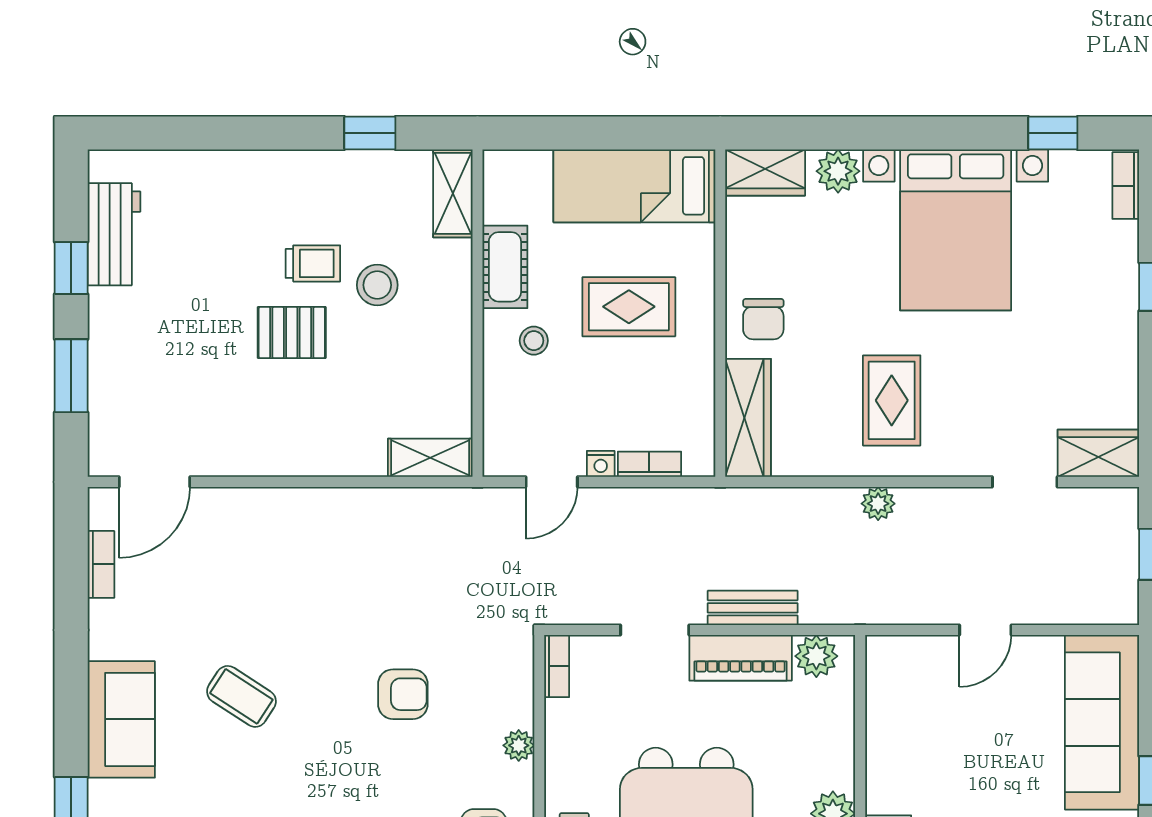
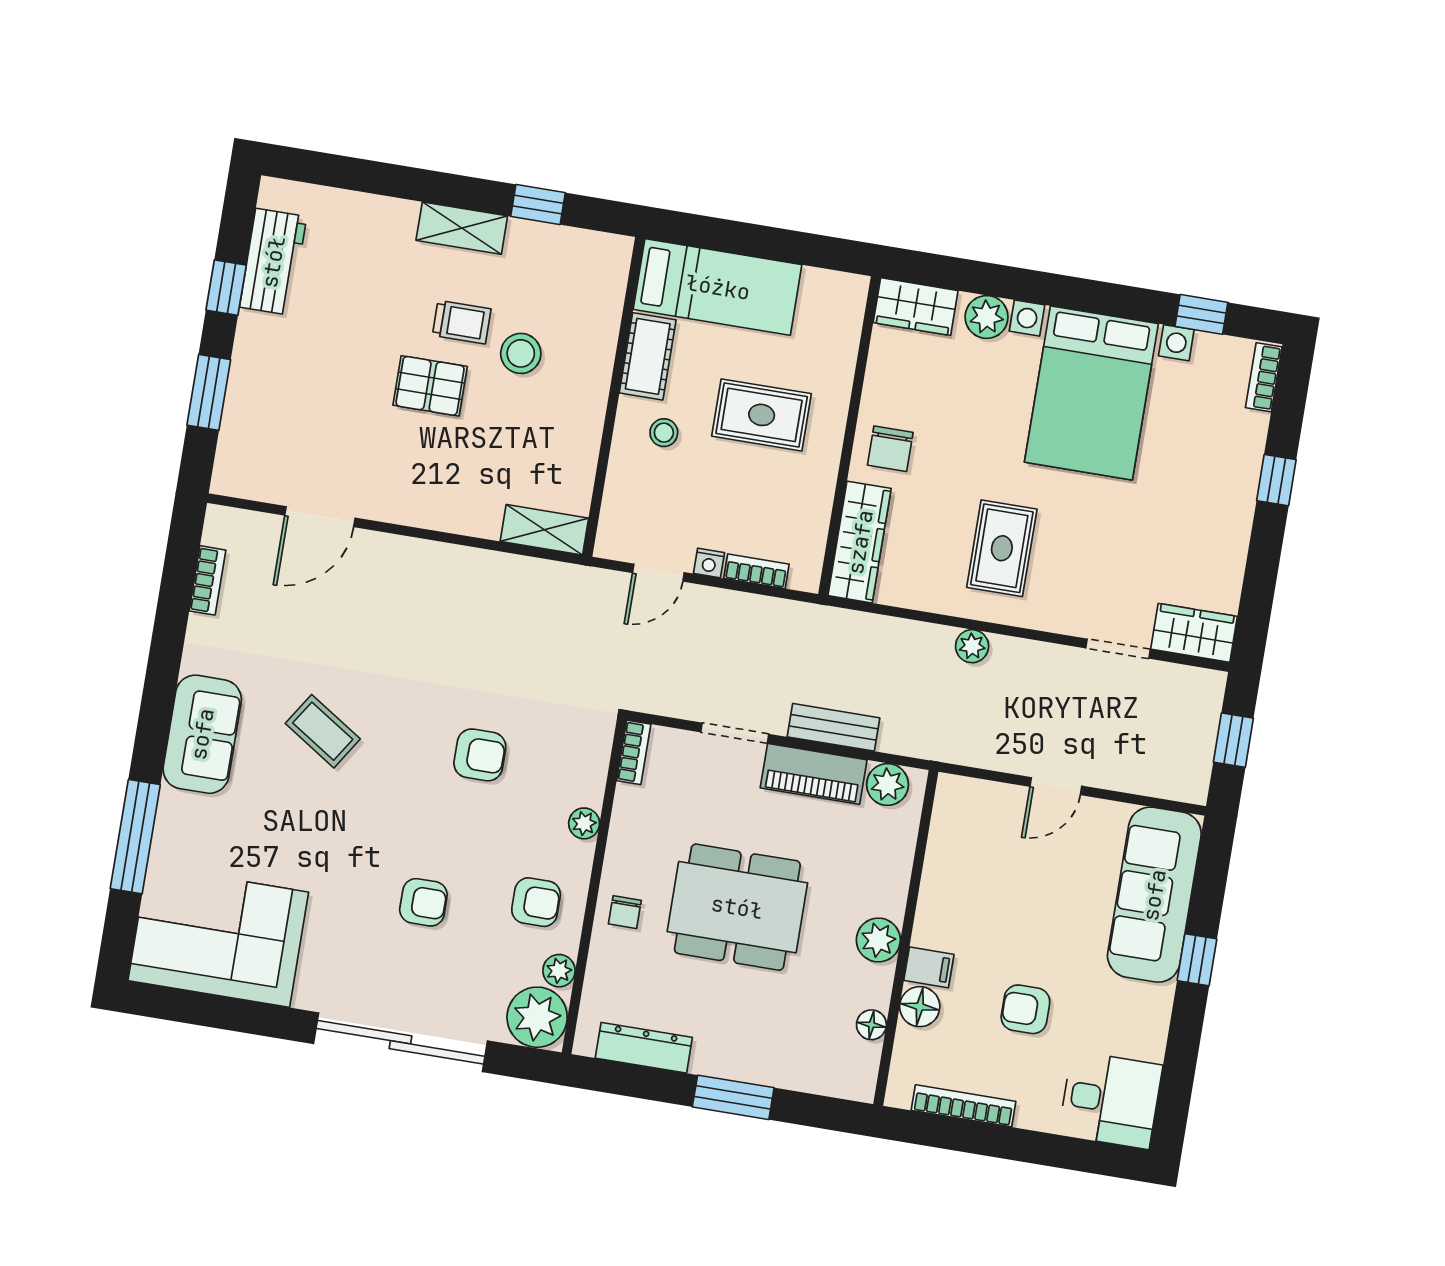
bed: (634, 186) -> (718, 287), moved, turned 180
shelving: (453, 193) -> (462, 228), moved, turned 90
door: (154, 482) -> (320, 517), moved

